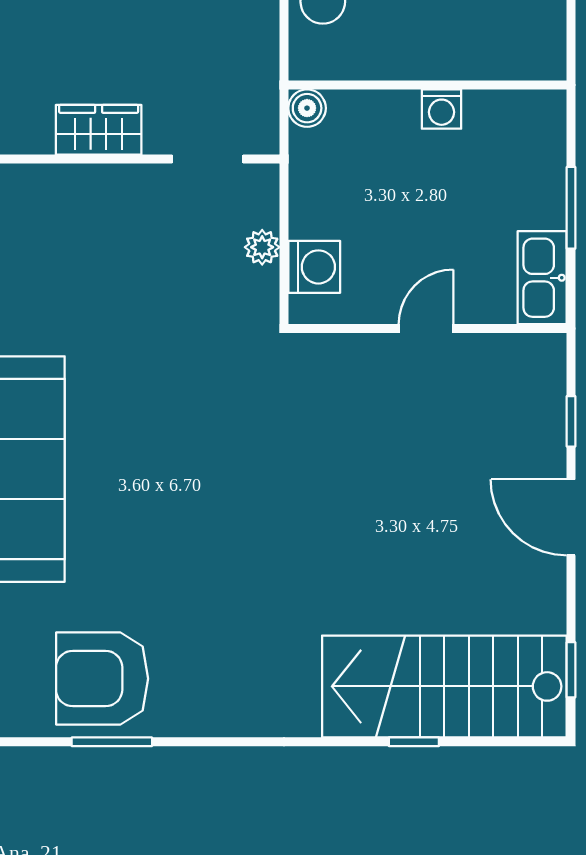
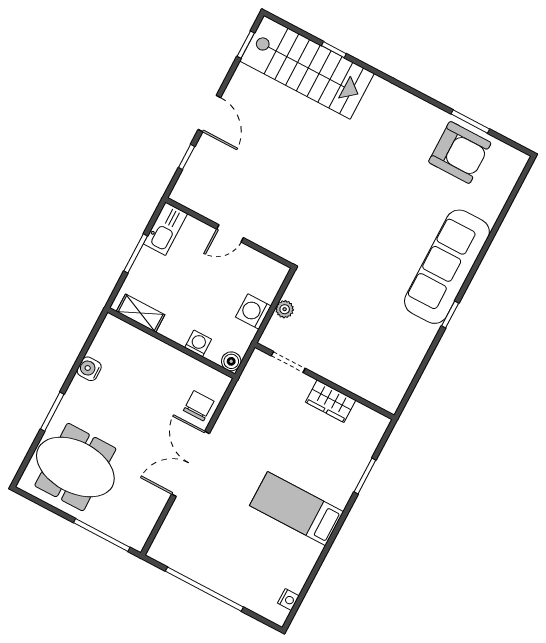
washing machine: (442, 109) -> (198, 343), moved
shelving: (508, 109) -> (141, 313), added
washing machine: (314, 267) -> (253, 312), moved

